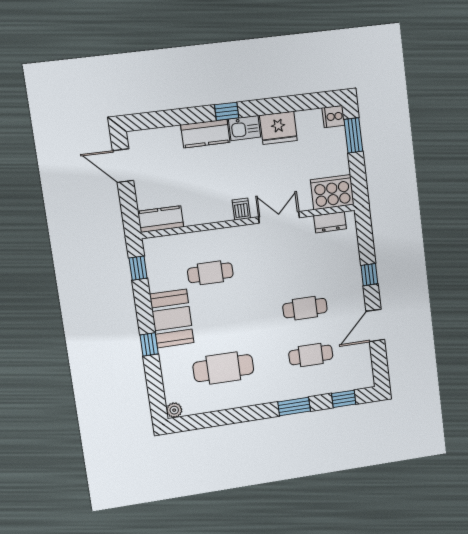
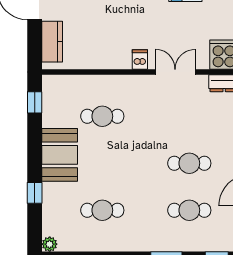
kitchen counter: (161, 219) -> (52, 42), moved, turned 90
window: (149, 344) -> (35, 193), moved
cafe table: (223, 368) -> (102, 210), width x0.73, depth x0.74

